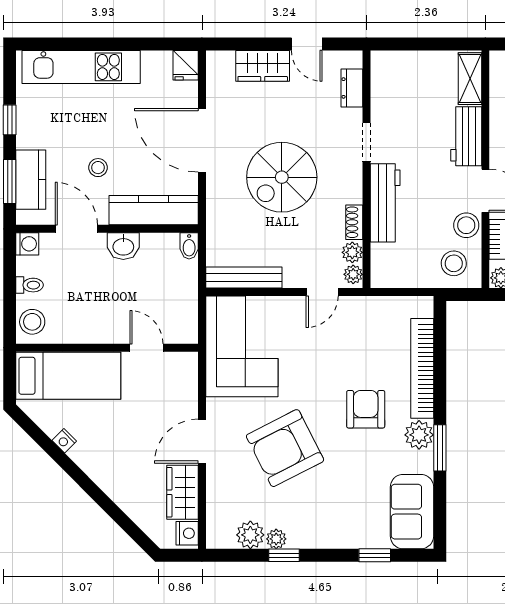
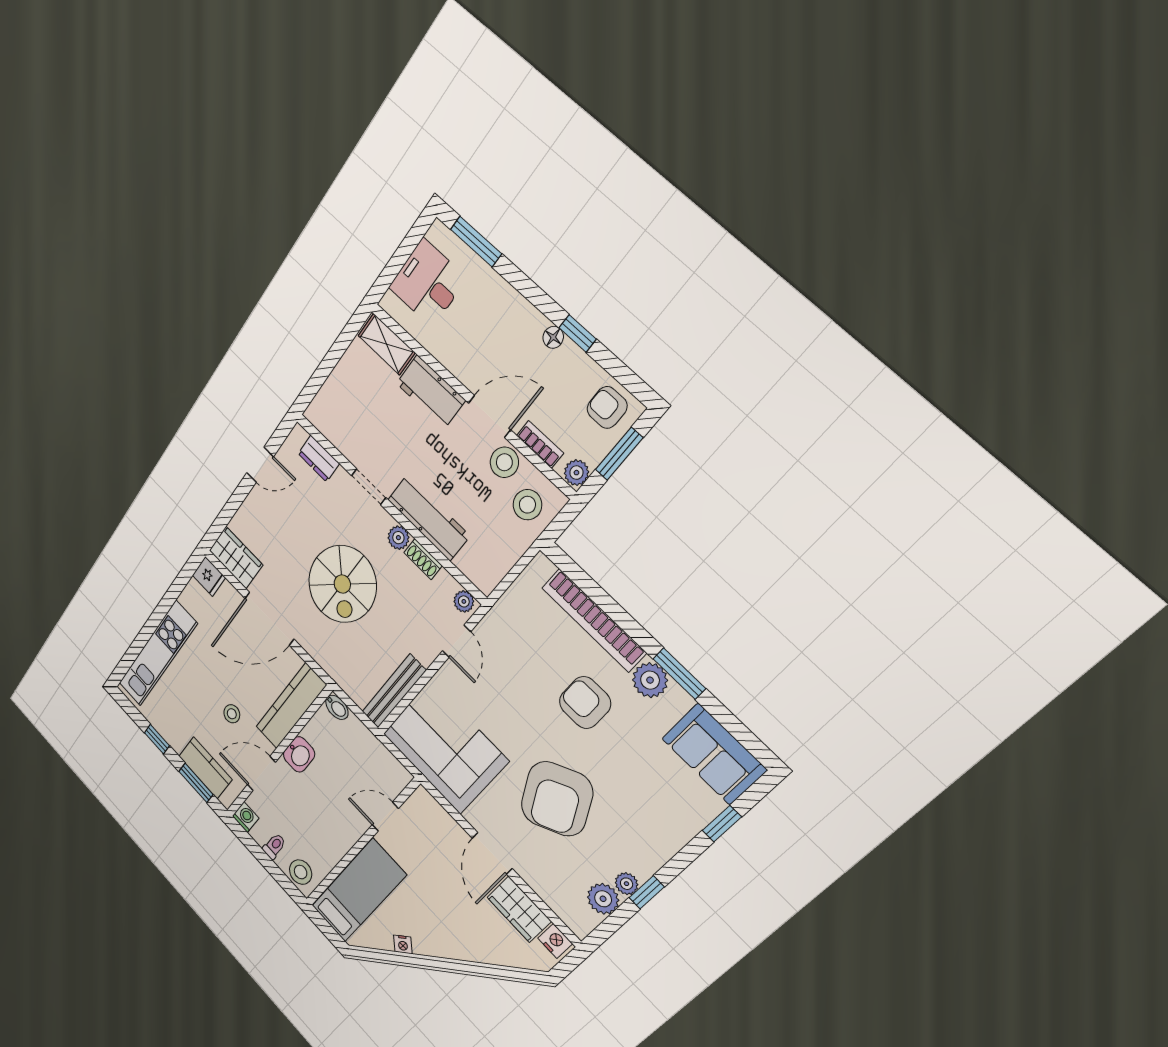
wardrobe: (263, 66) -> (236, 558), moved, turned -90
plant: (352, 252) -> (398, 538), moved

